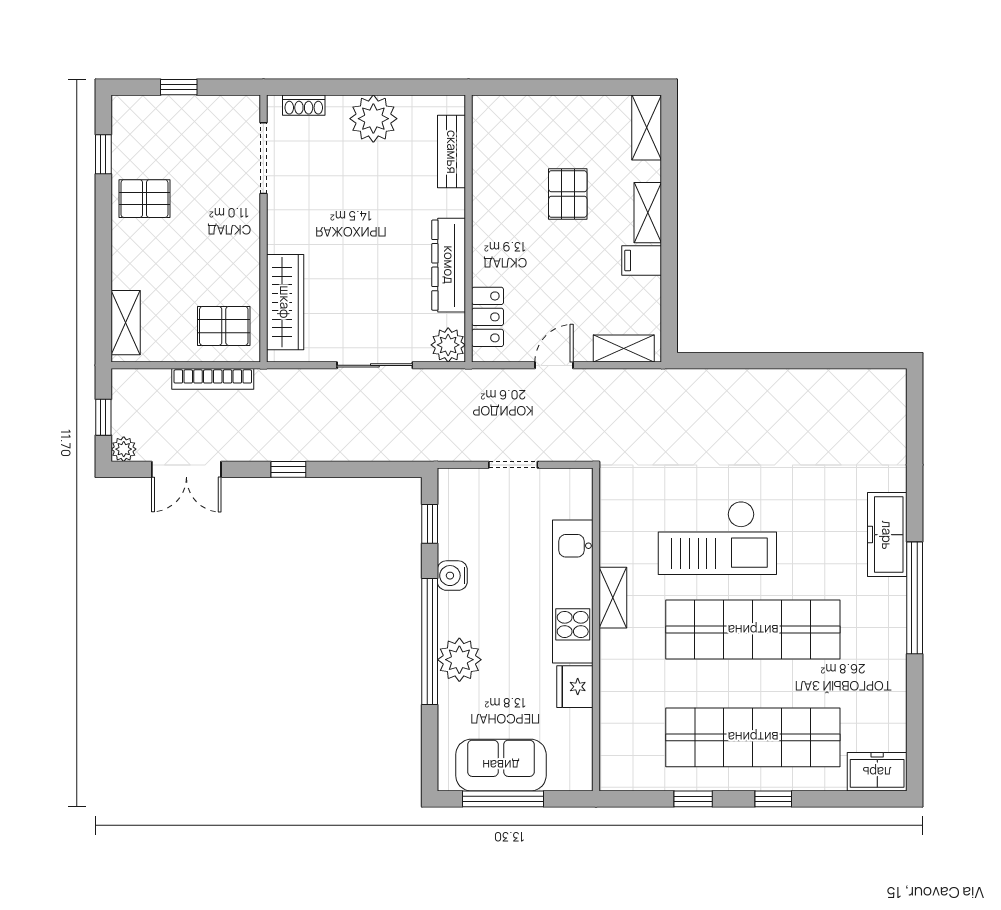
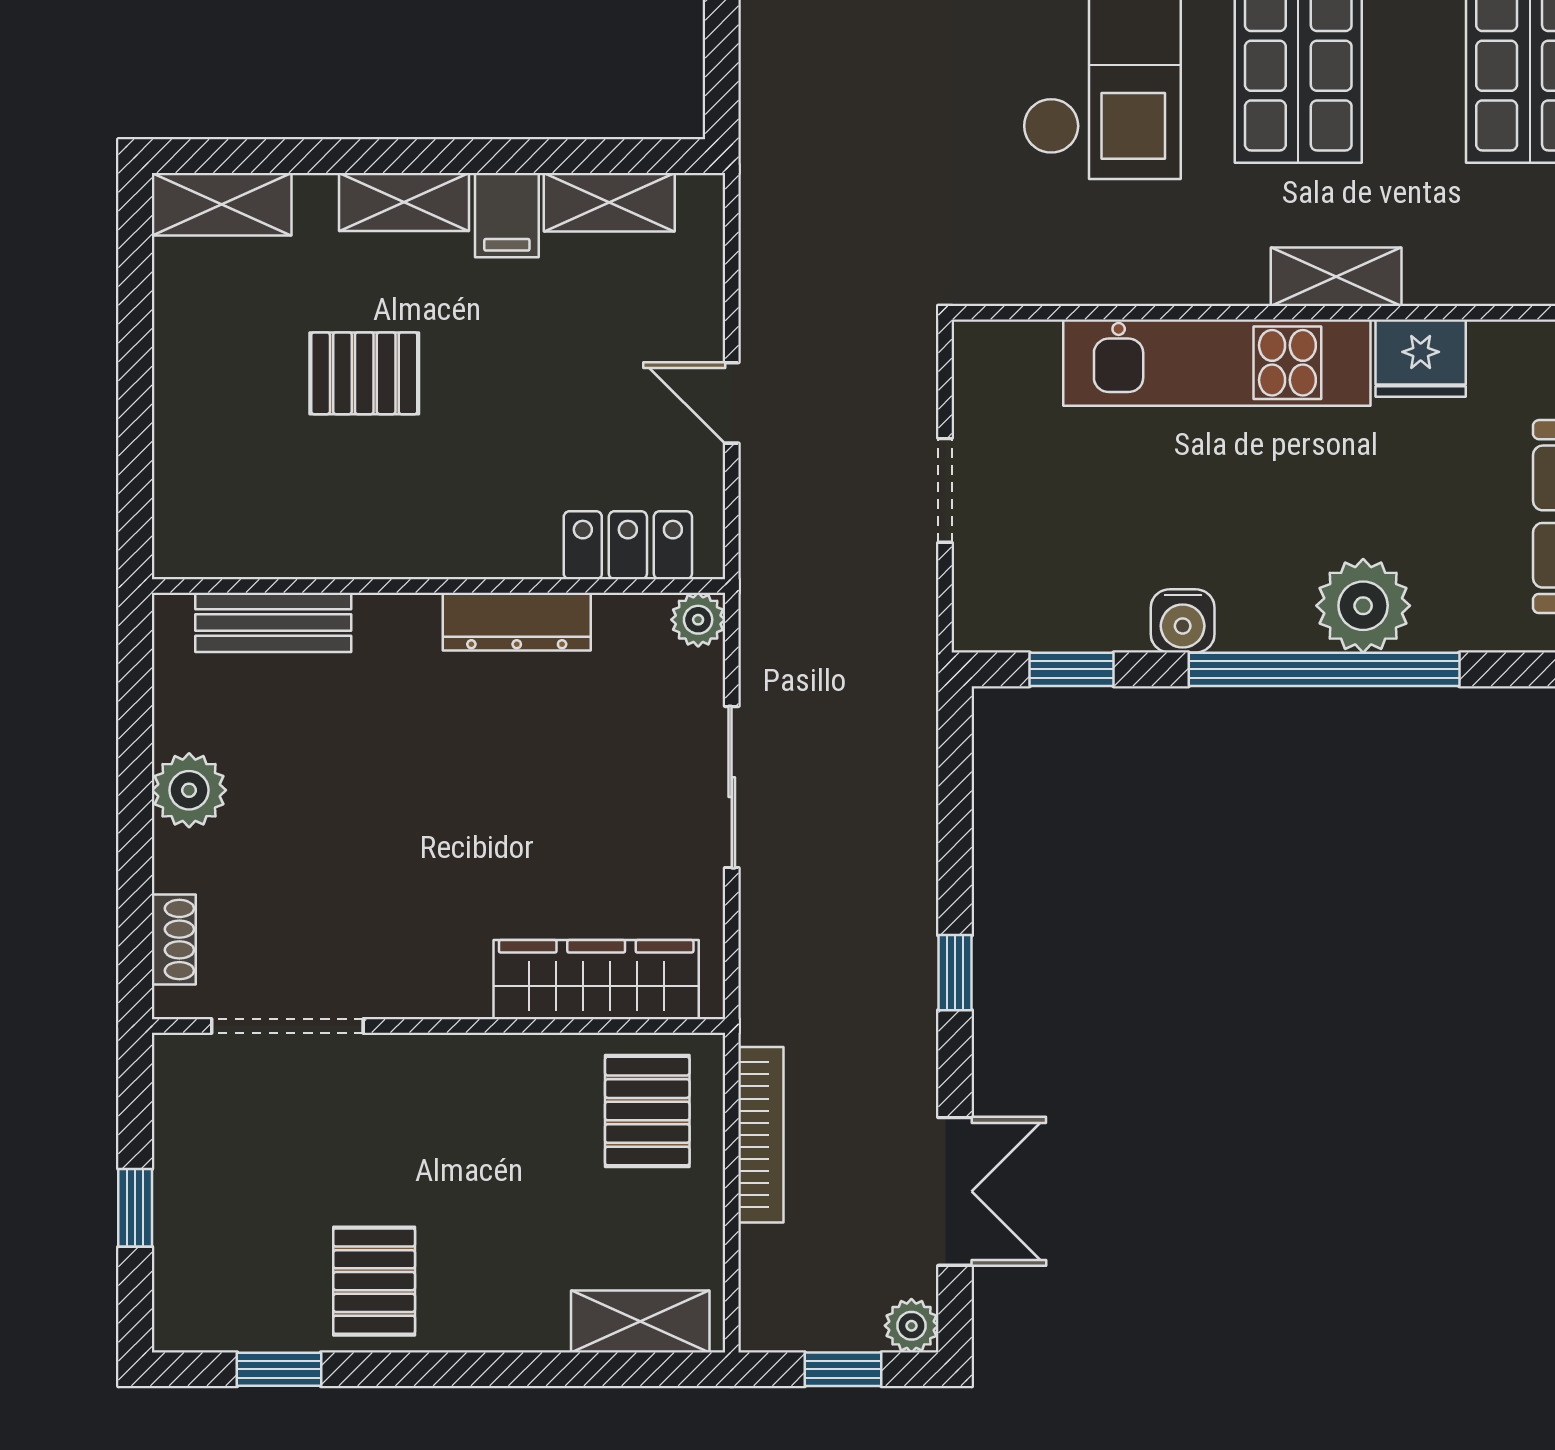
plant: (373, 119) -> (189, 790), width x0.73, depth x0.73
dresser: (449, 265) -> (517, 622), width x0.73, depth x0.80
plant: (448, 345) -> (698, 620), width x0.73, depth x0.73
shelving: (624, 349) -> (609, 202), moved, turned 90
shelving: (613, 598) -> (1336, 277), moved

